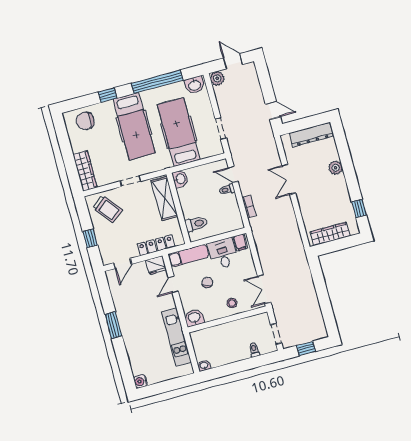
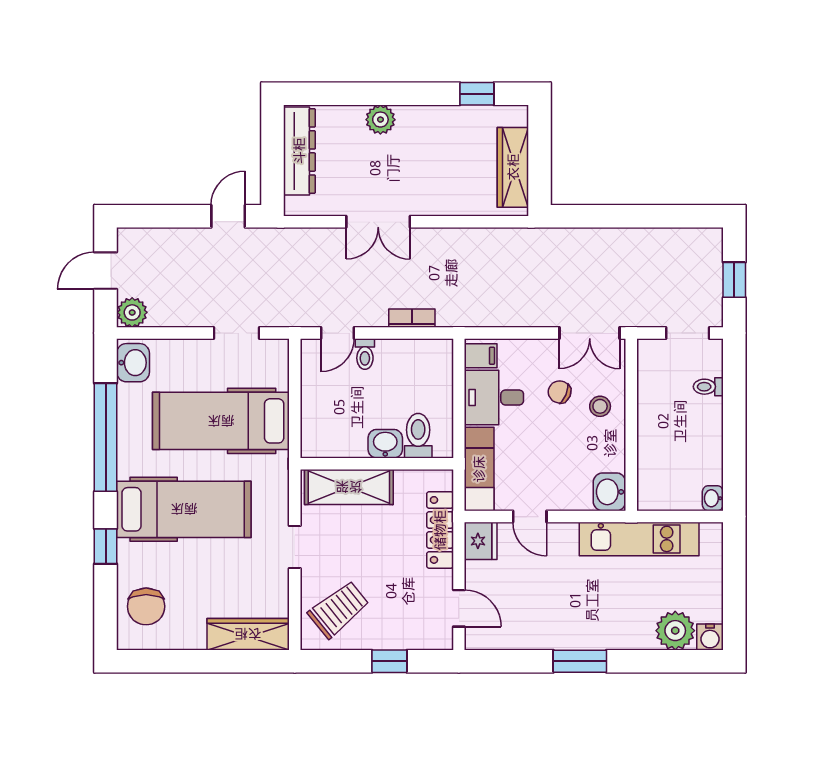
washbasin: (180, 179) -> (385, 444), moved
chair: (207, 282) -> (560, 392), moved
plant: (139, 365) -> (675, 631), added

